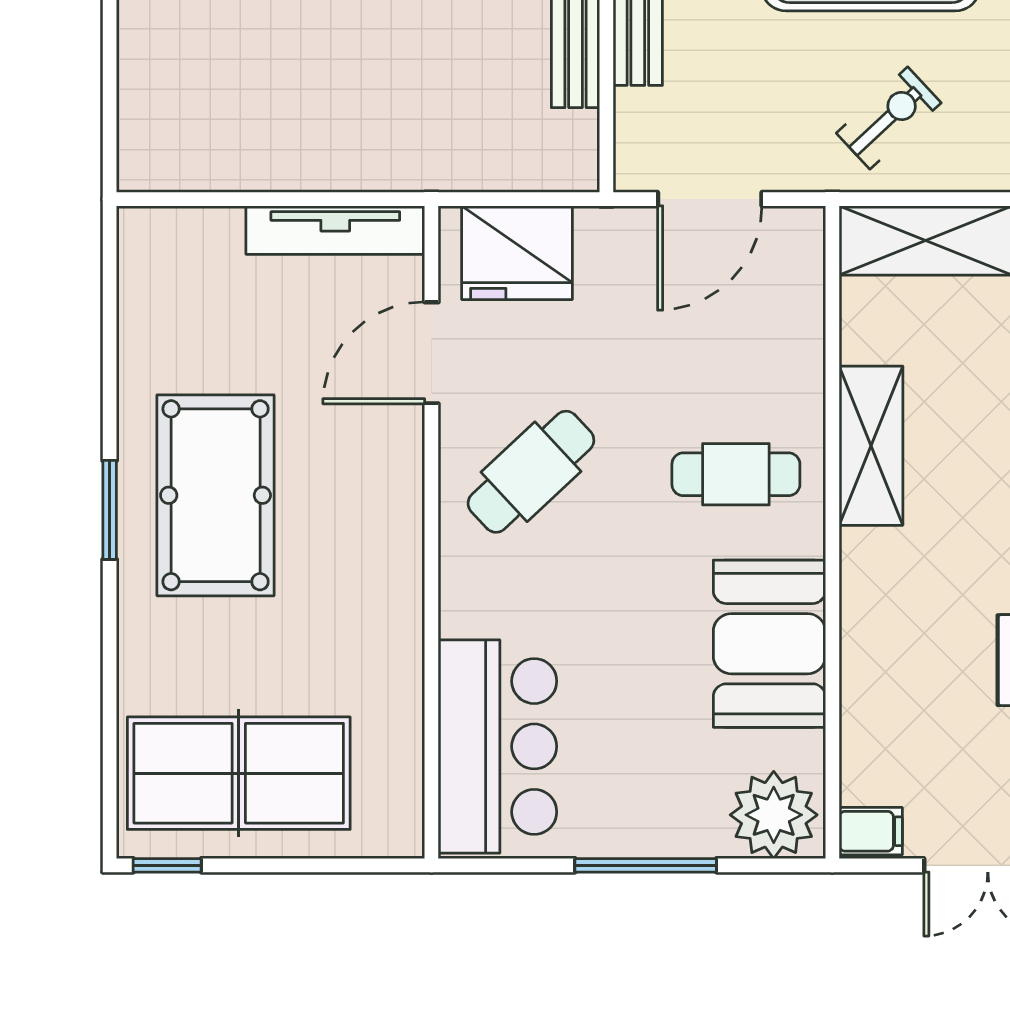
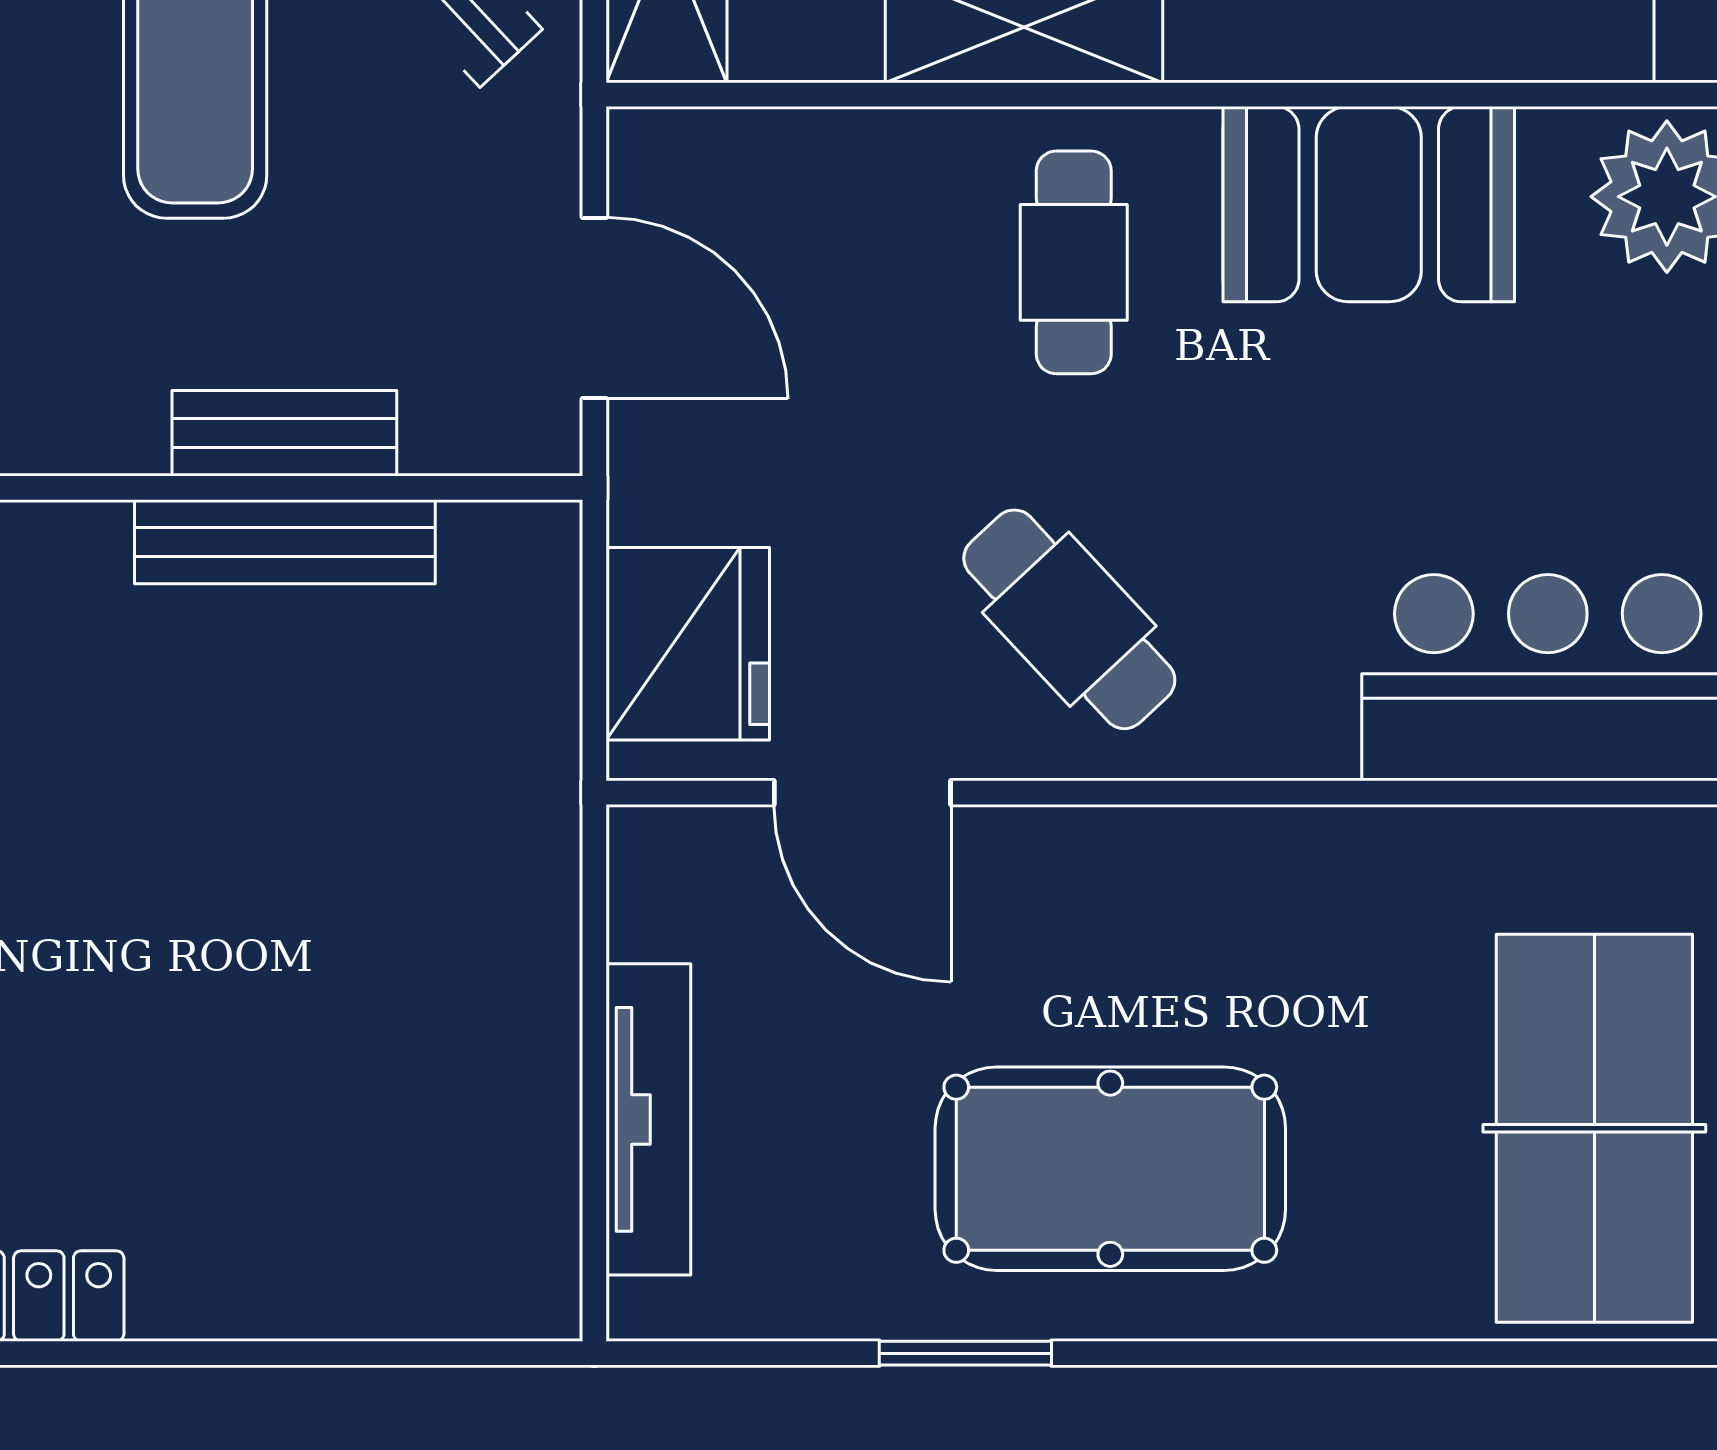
tv unit: (335, 230) -> (648, 1119), moved
window: (110, 510) -> (965, 1353), moved

